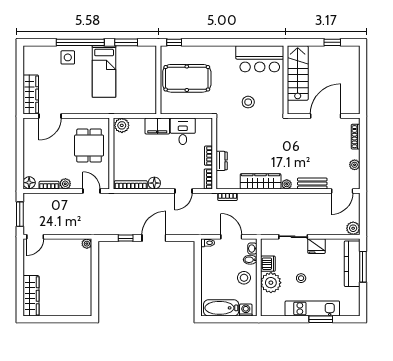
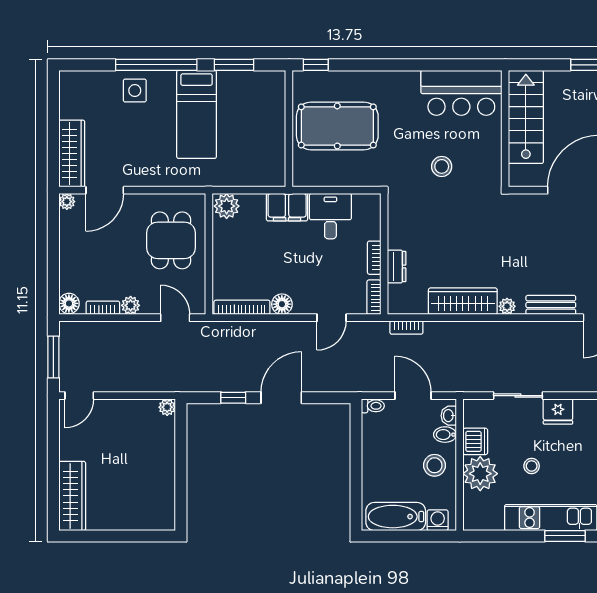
plant: (28, 123) -> (67, 202), added

